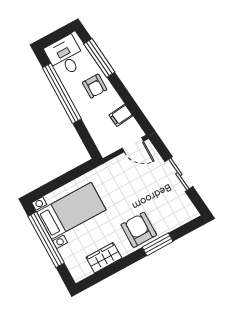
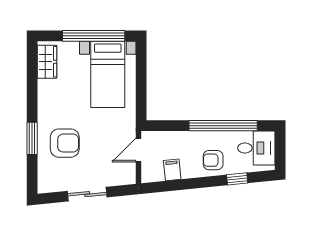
window: (99, 58) -> (237, 179), width x0.46
door: (133, 145) -> (138, 150), moved
armchair: (139, 230) -> (65, 143), moved
wardrobe: (104, 258) -> (47, 62), moved

